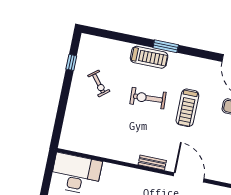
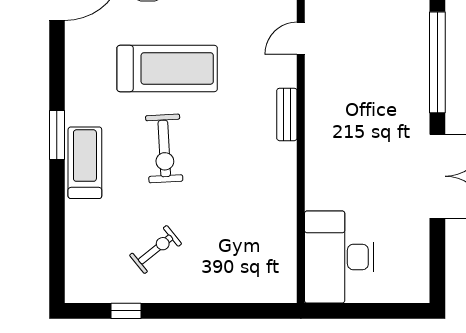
treadmill: (187, 108) -> (167, 68), width x1.37, depth x1.38
door: (189, 177) -> (301, 38), width x0.53

